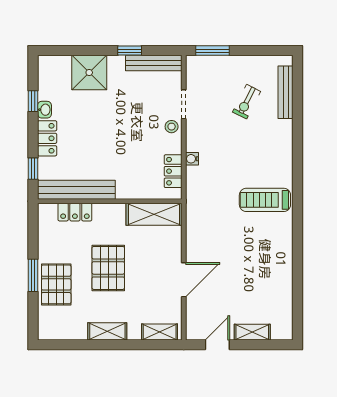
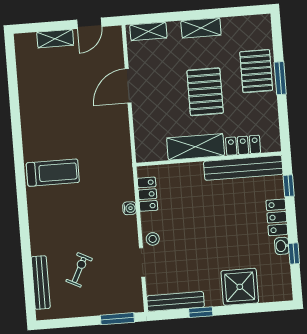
shelving: (154, 214) -> (196, 147), moved

